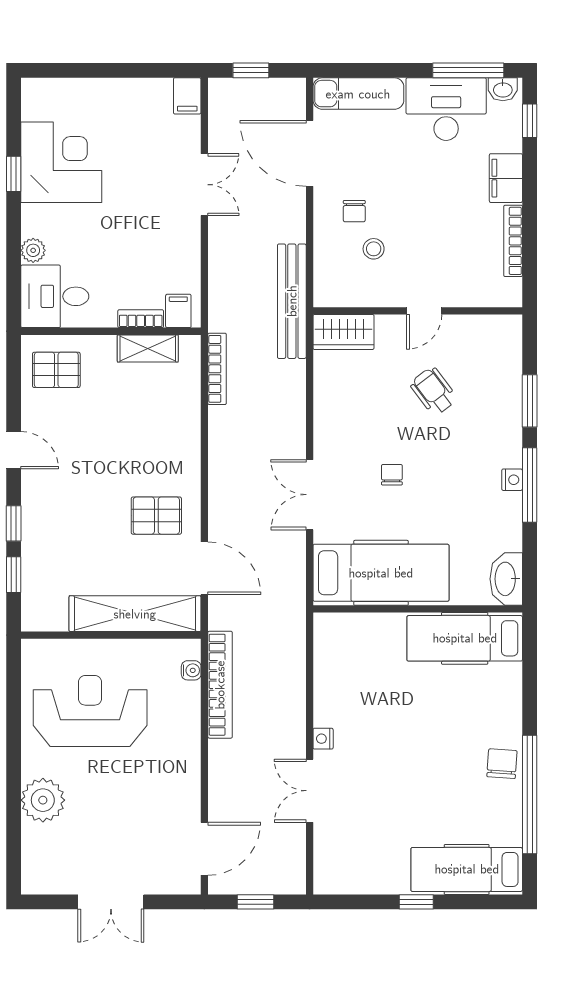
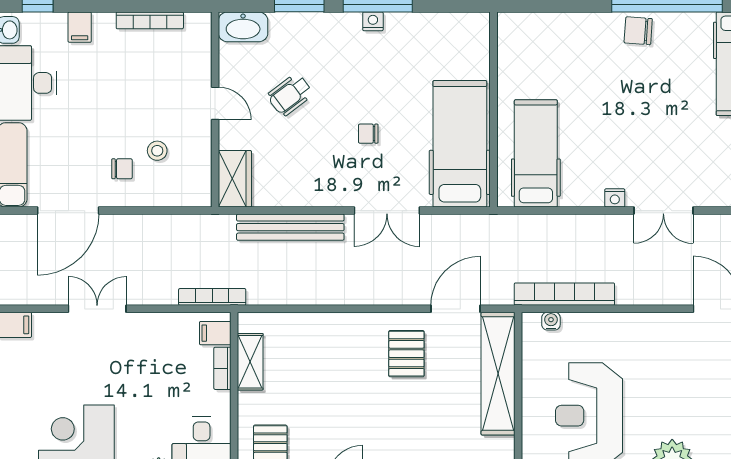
filing cabinet: (506, 178) -> (80, 27), width x0.50
bench: (292, 301) -> (290, 227), moved
bookcase: (217, 369) -> (212, 297), moved
washbasin: (506, 579) -> (243, 27), moved
hospital bed: (465, 638) -> (536, 153), moved, turned 180

